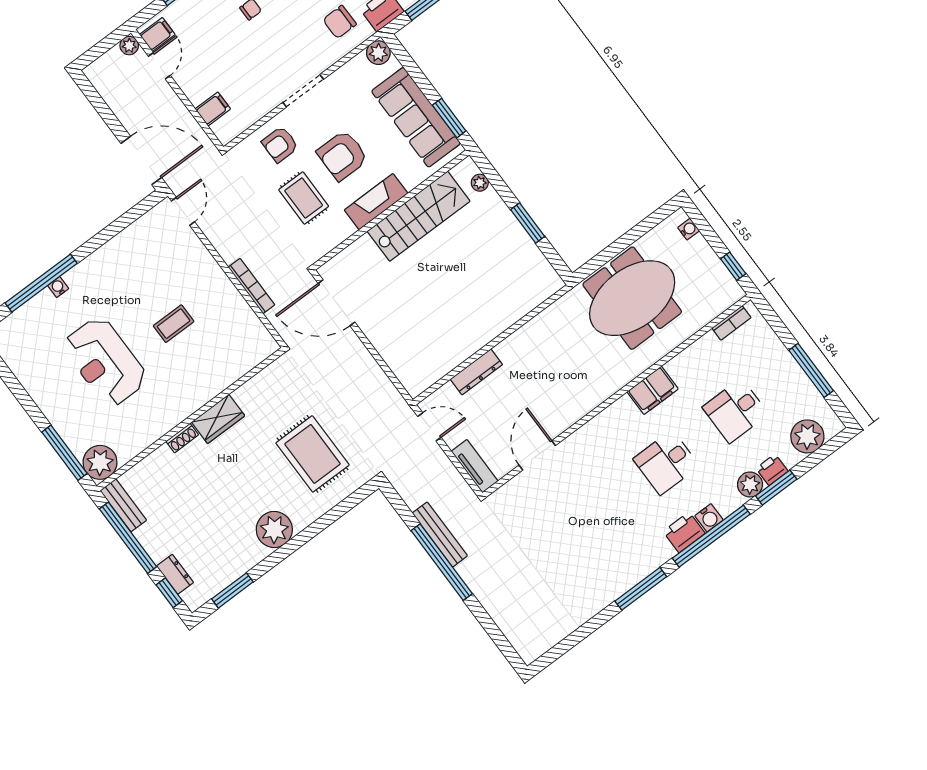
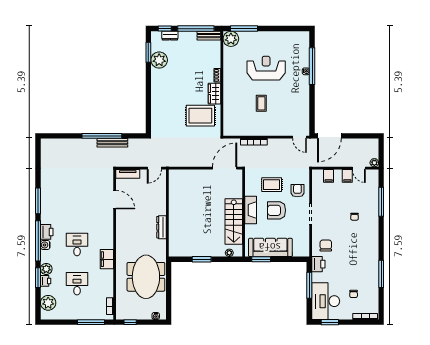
filing cabinet: (157, 34) -> (347, 176), moved
plant: (378, 53) -> (304, 251), removed
armchair: (342, 155) -> (277, 210), turned -90
window: (811, 370) -> (91, 322), moved
dresser: (476, 372) -> (162, 227), moved
rug: (312, 454) -> (200, 116), moved
plant: (274, 530) -> (159, 60), moved

